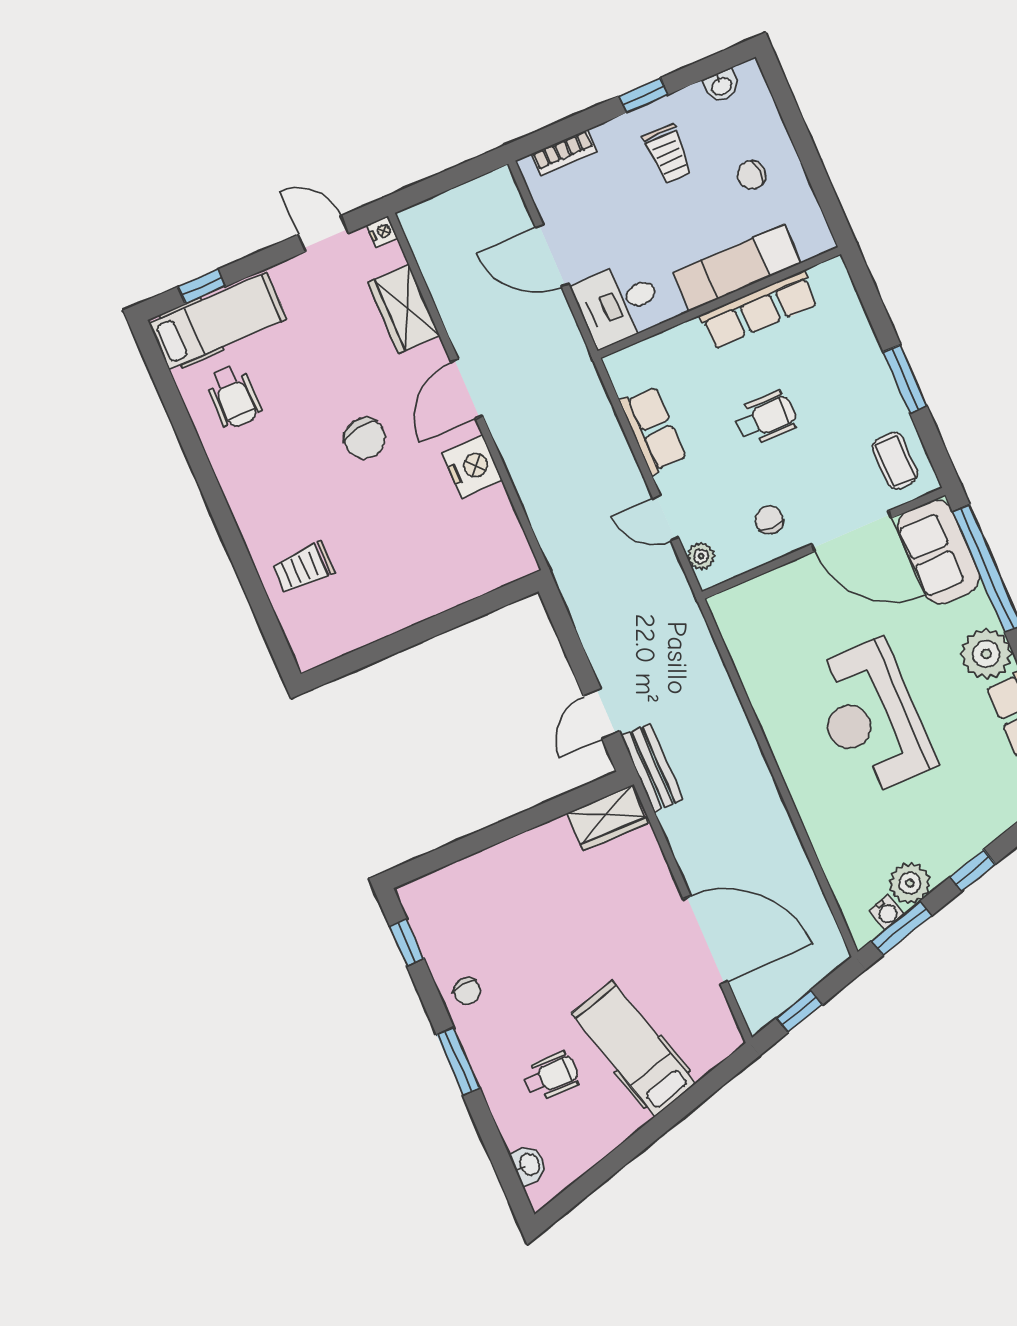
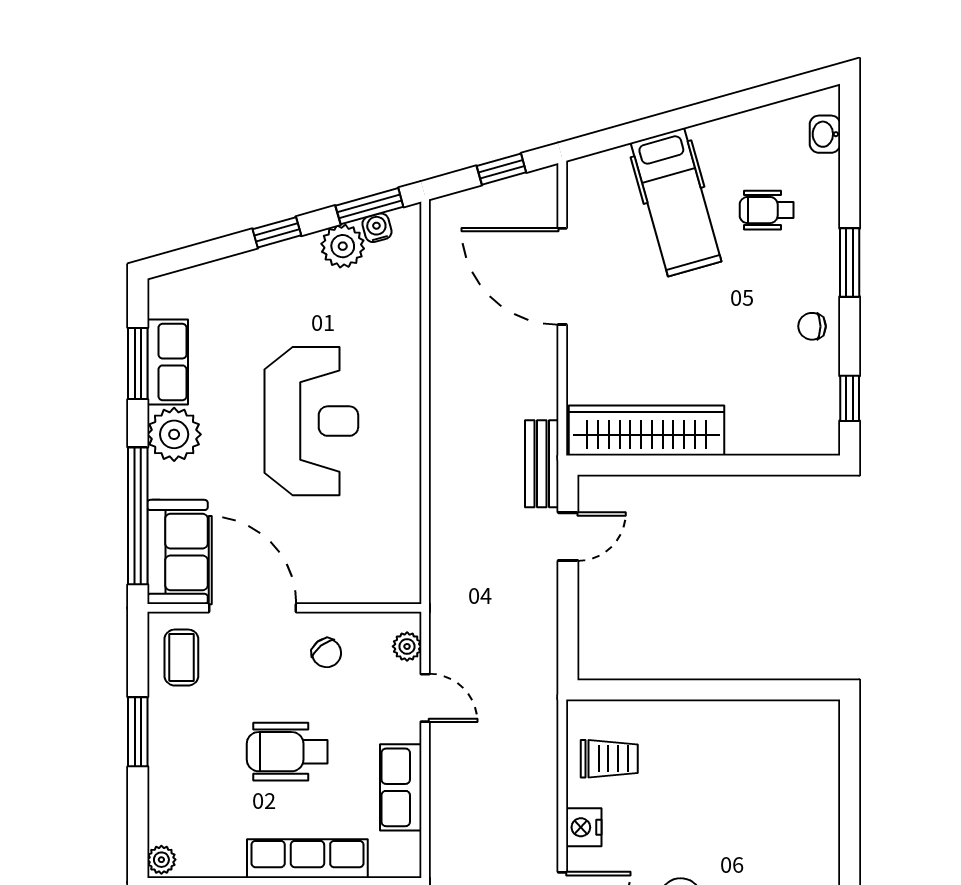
plant: (836, 275) -> (161, 860), added
row of seats: (759, 310) -> (307, 859), moved
wheelchair: (766, 418) -> (287, 752), width x1.36, depth x1.37
nightstand: (472, 467) -> (584, 827), width x0.74, depth x0.75
chair: (769, 520) -> (327, 653), turned -38
trolley: (303, 568) -> (609, 759), moved
wardrobe: (607, 818) -> (647, 430), width x2.10, depth x1.17
chair: (467, 991) -> (812, 326), turned -83

